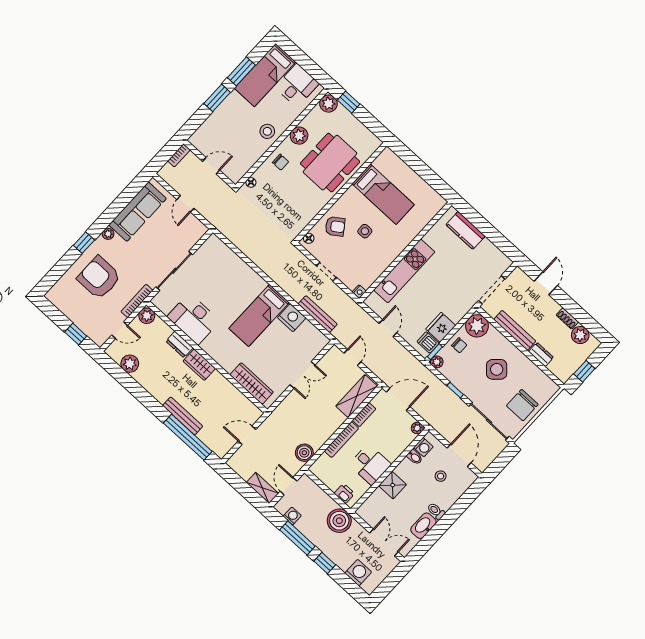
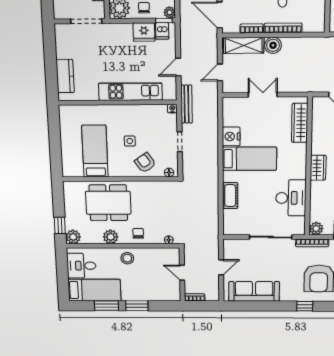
plant: (108, 234) -> (285, 297), removed
cot: (242, 270) -> (230, 196), added
bench: (318, 314) -> (186, 104), moved
dresser: (179, 344) -> (316, 192), removed
boiler: (304, 453) -> (273, 45), moved

